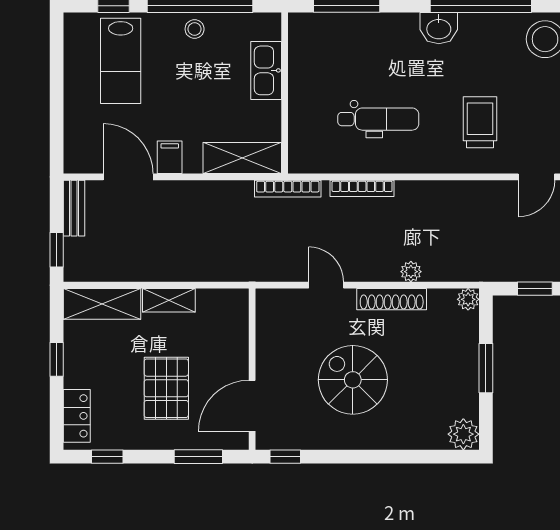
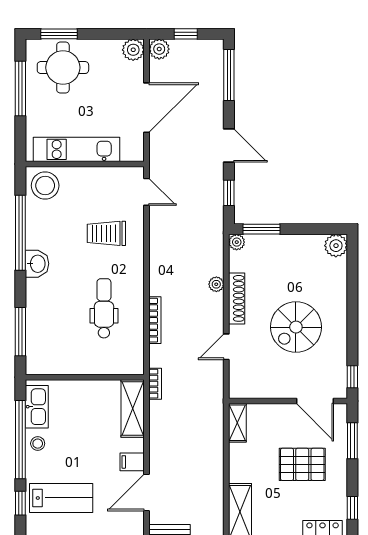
kitchen sink: (266, 70) -> (37, 407), moved, turned -90
bookcase: (288, 189) -> (155, 384), width x0.64
shelving: (169, 300) -> (237, 423), moved
window: (486, 368) -> (262, 229), moved

